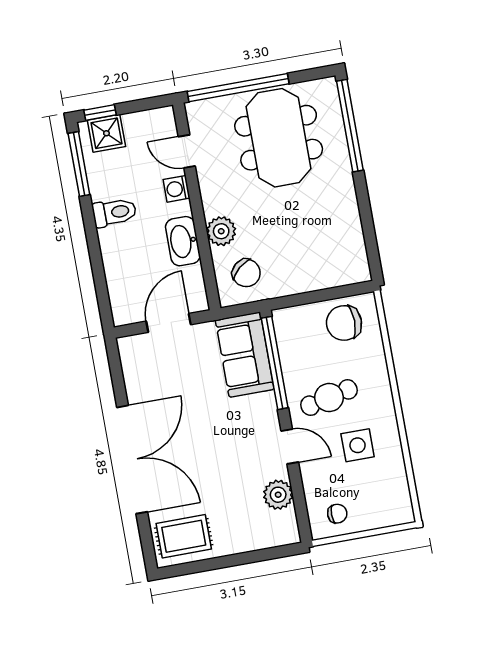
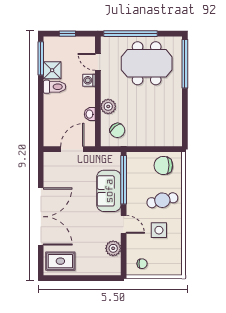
window: (100, 112) -> (67, 34), moved
shower: (106, 133) -> (52, 70), moved
meeting table: (279, 138) -> (147, 63), turned 90
washbasin: (183, 241) -> (90, 114), width x0.52, depth x0.69
sofa: (245, 355) -> (109, 191), moved
cafe table: (329, 398) -> (162, 200), moved

